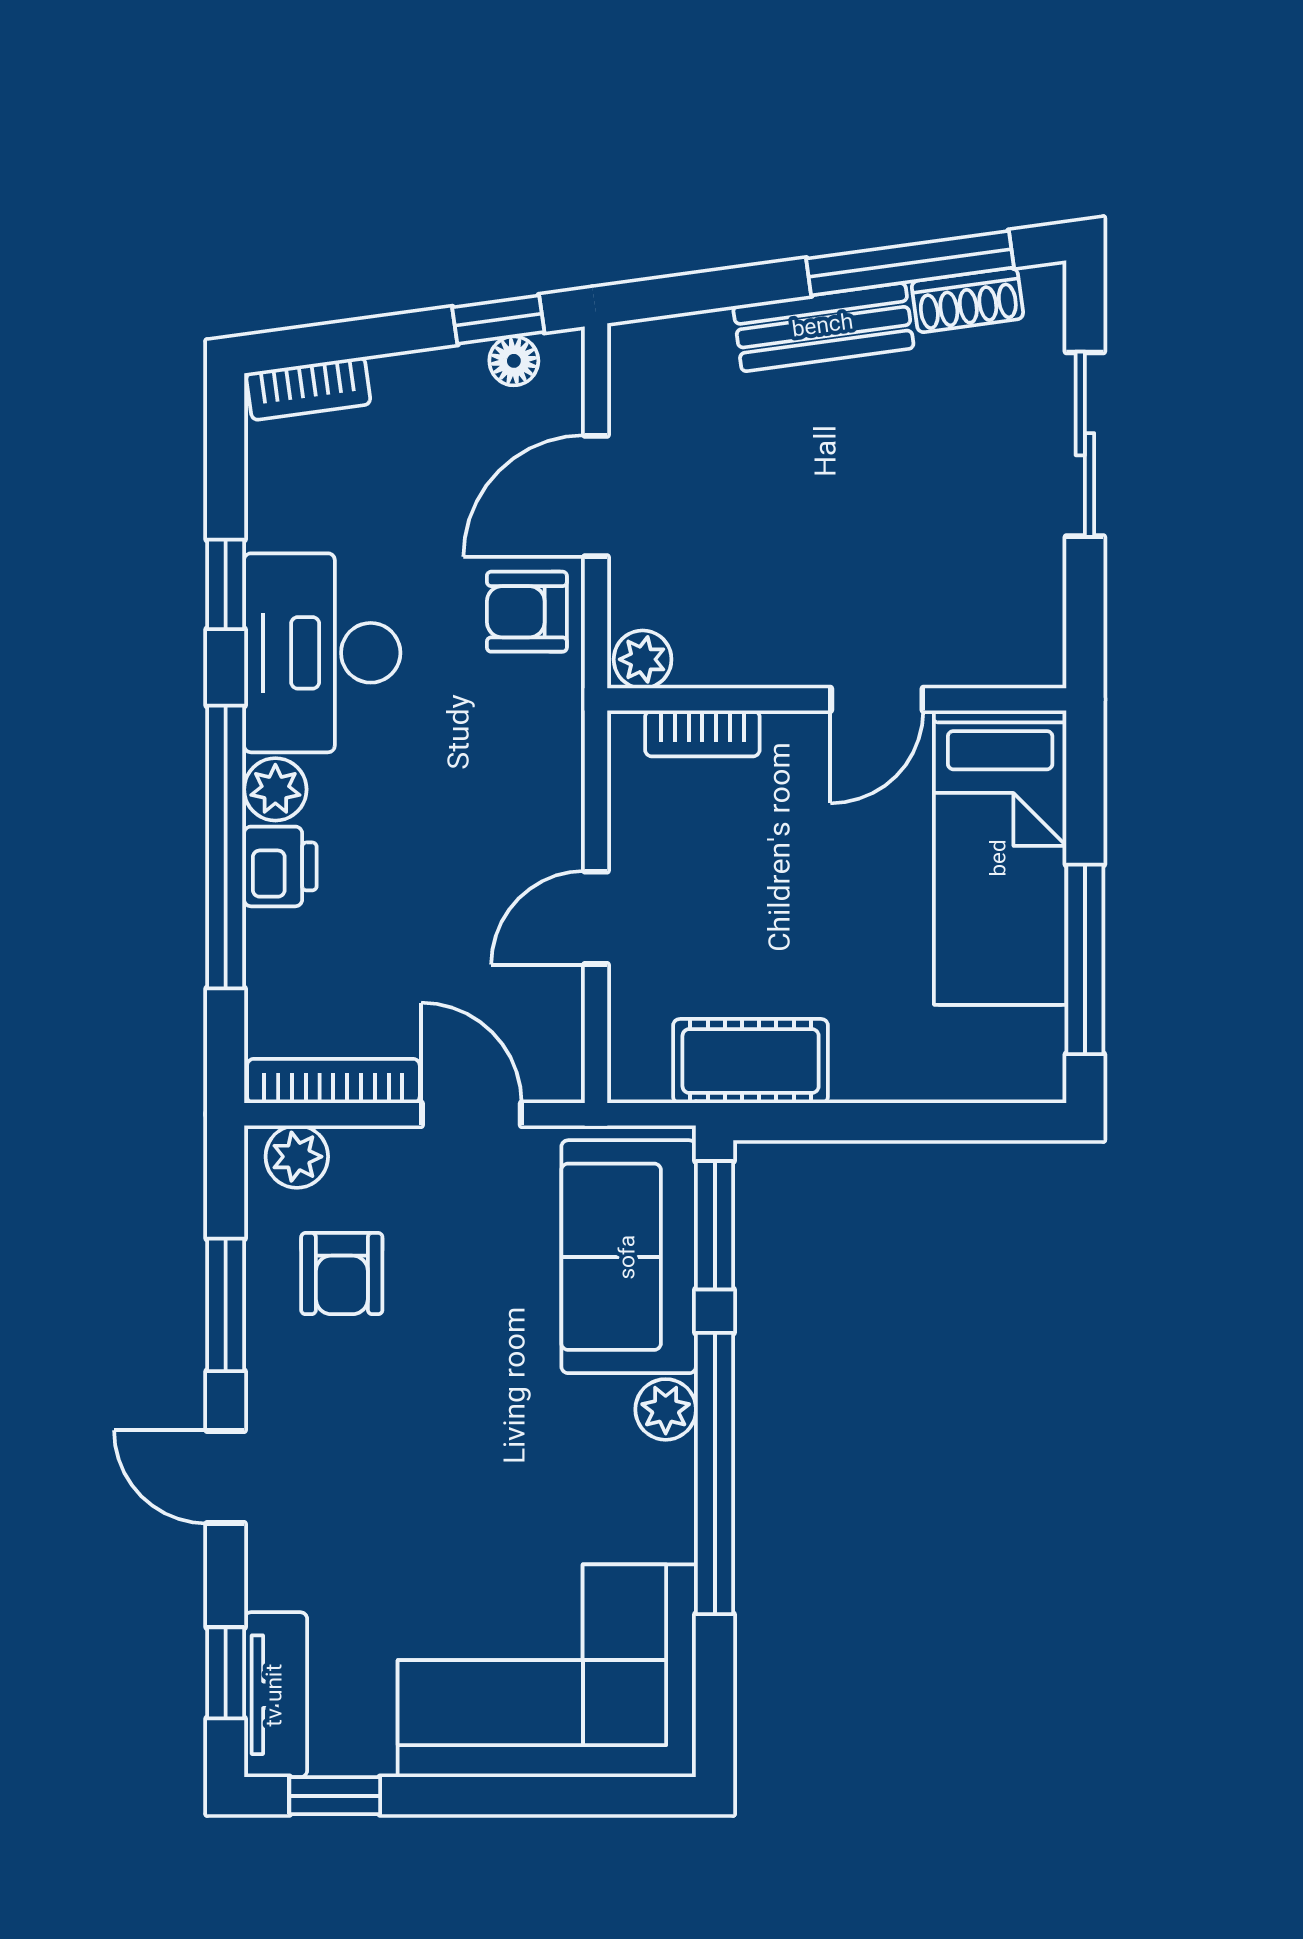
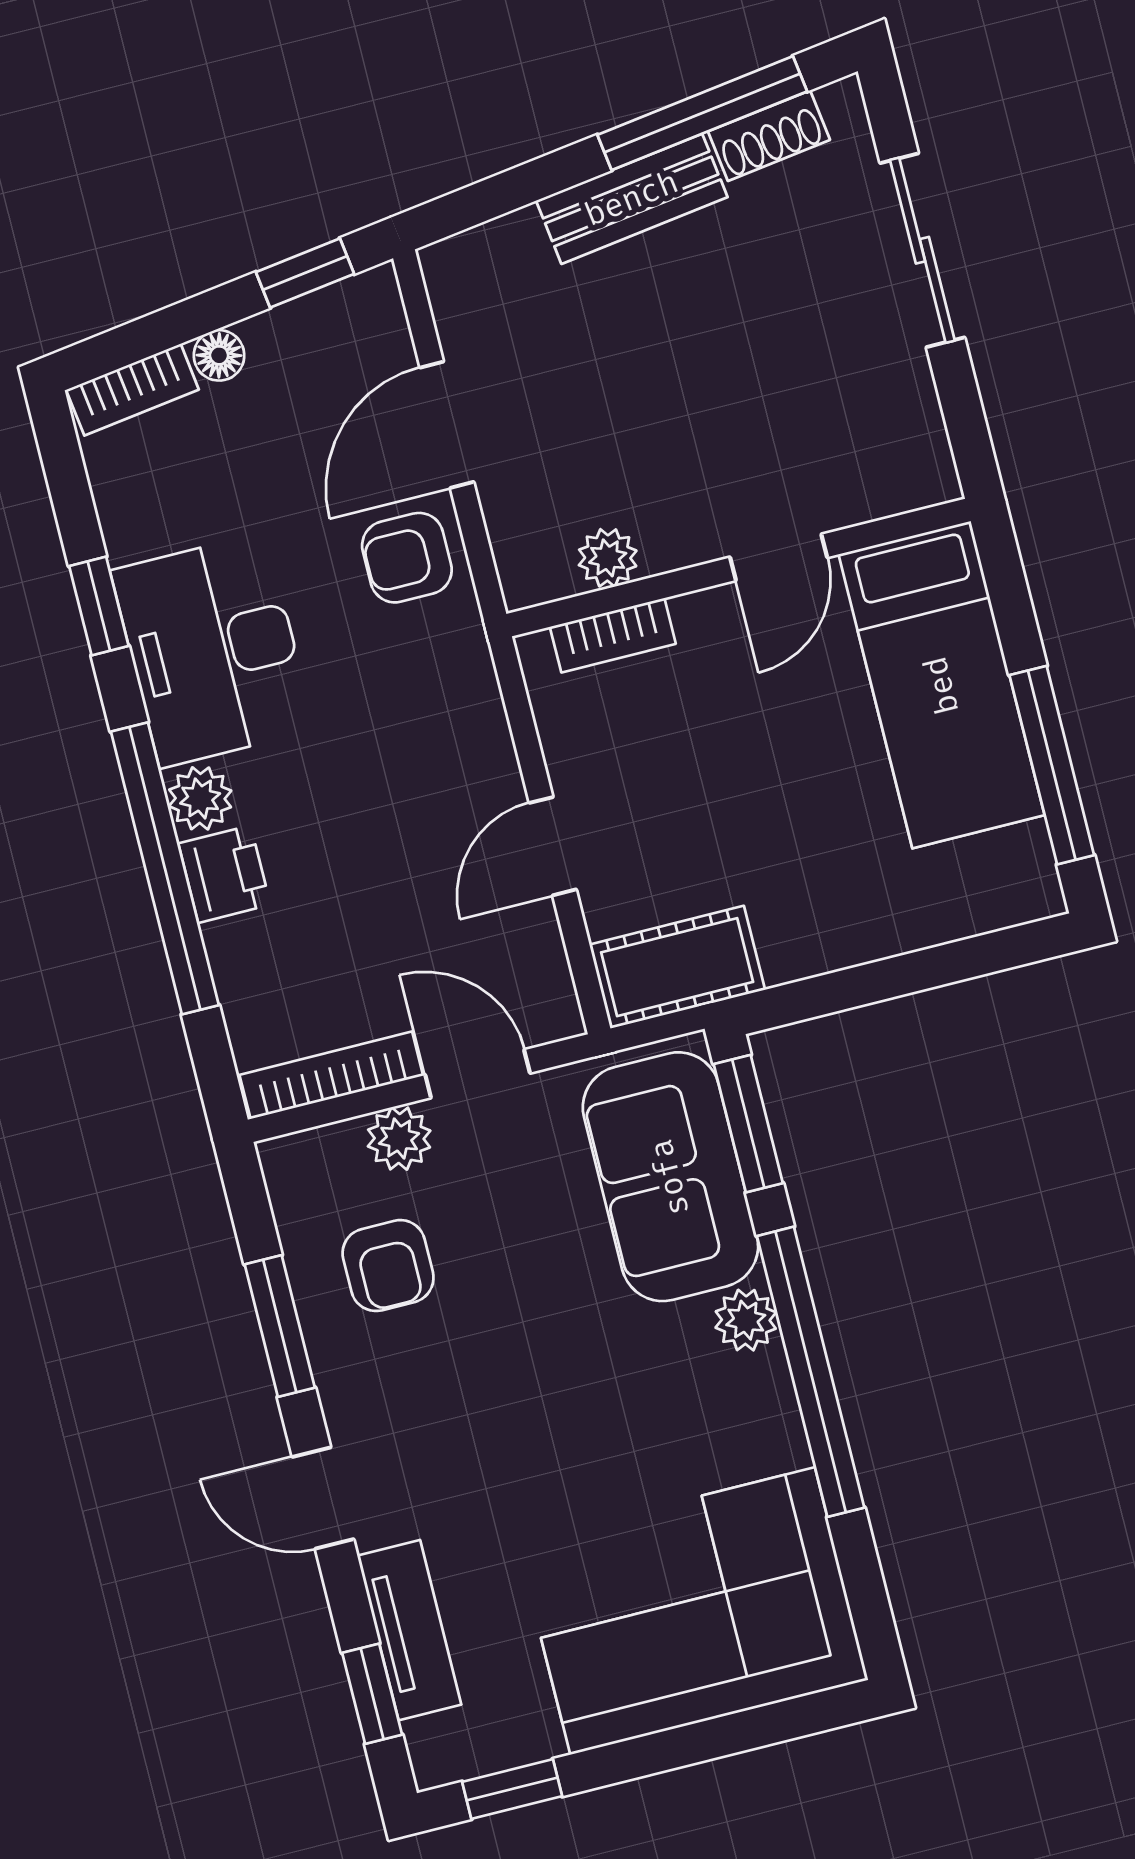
floor lamp: (514, 361) -> (219, 355), moved
plant: (643, 659) -> (608, 558), moved
cot: (751, 1061) -> (677, 967), moved
plant: (297, 1157) -> (399, 1139), moved
tv unit: (276, 1695) -> (409, 1630), moved

